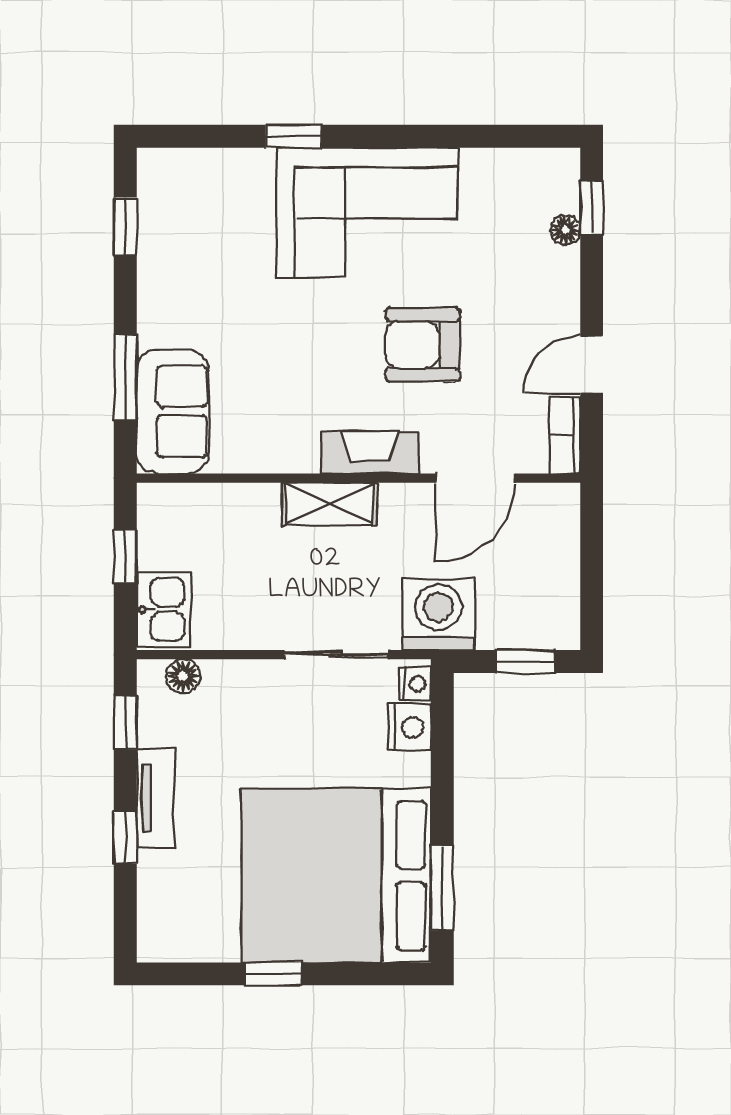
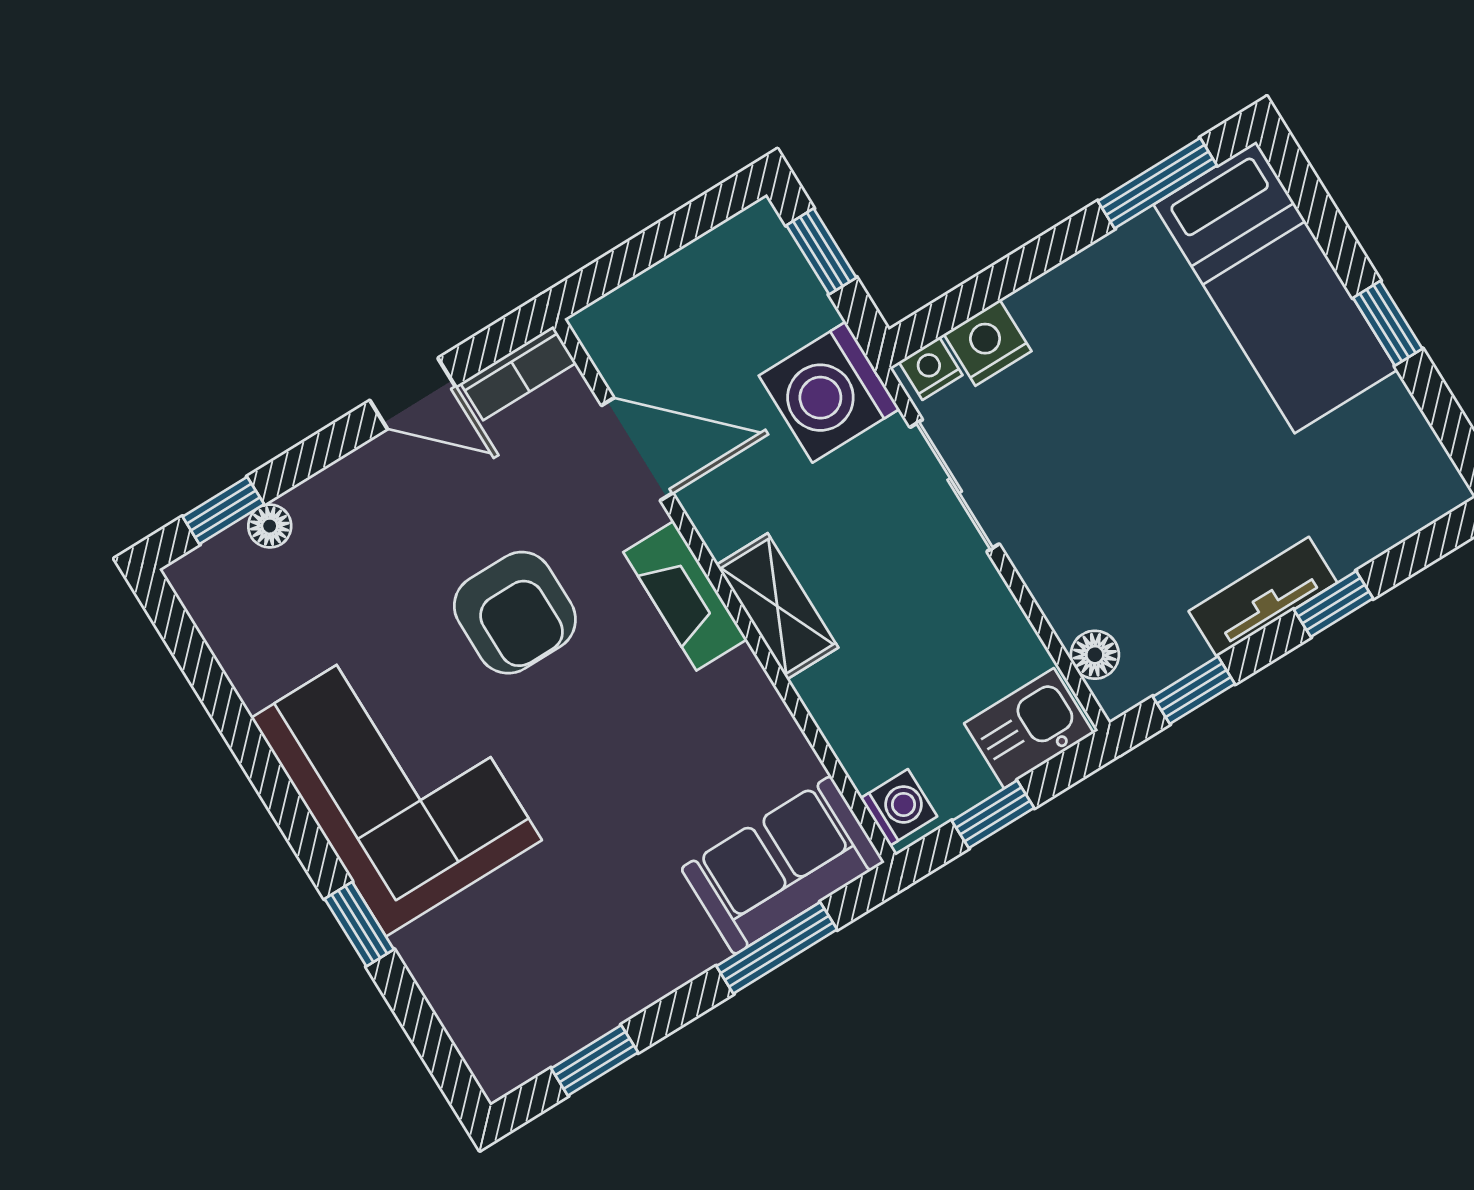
washing machine: (164, 502) -> (899, 807), added
bed: (336, 876) -> (1275, 287), width x0.49

